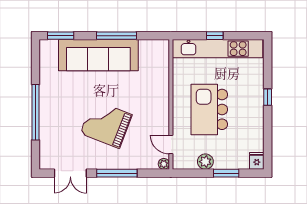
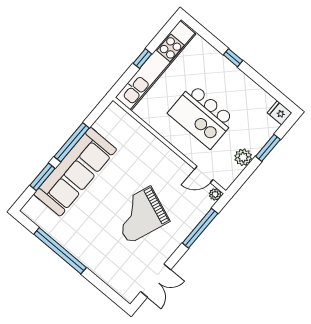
window: (61, 36) -> (42, 177), moved
window: (35, 112) -> (60, 251), moved
window: (117, 173) -> (200, 228), moved

